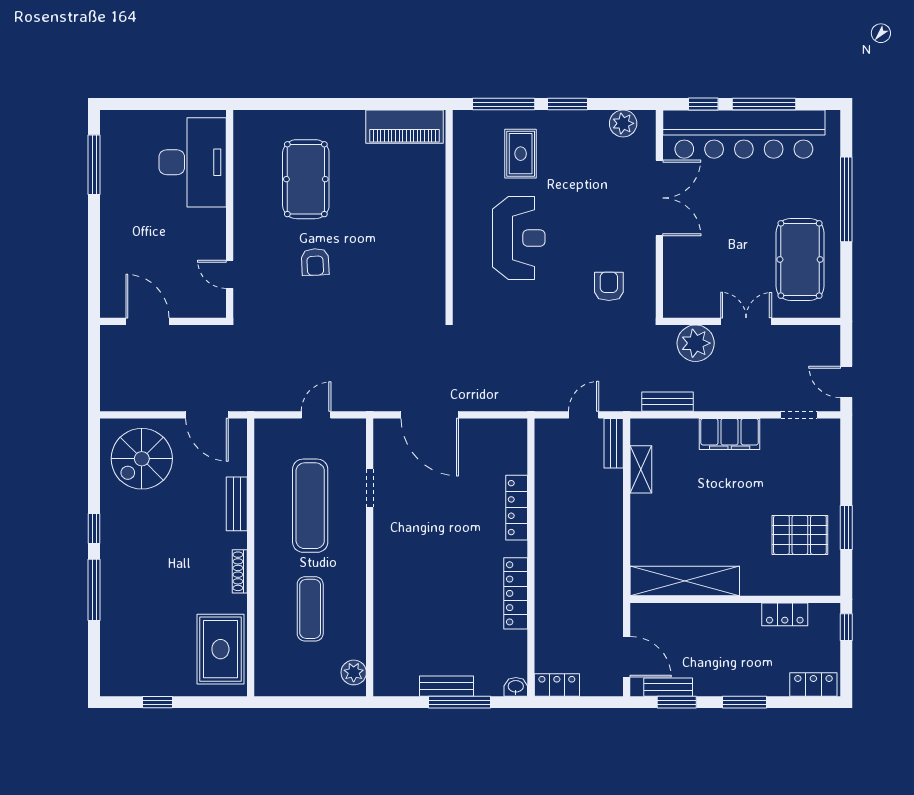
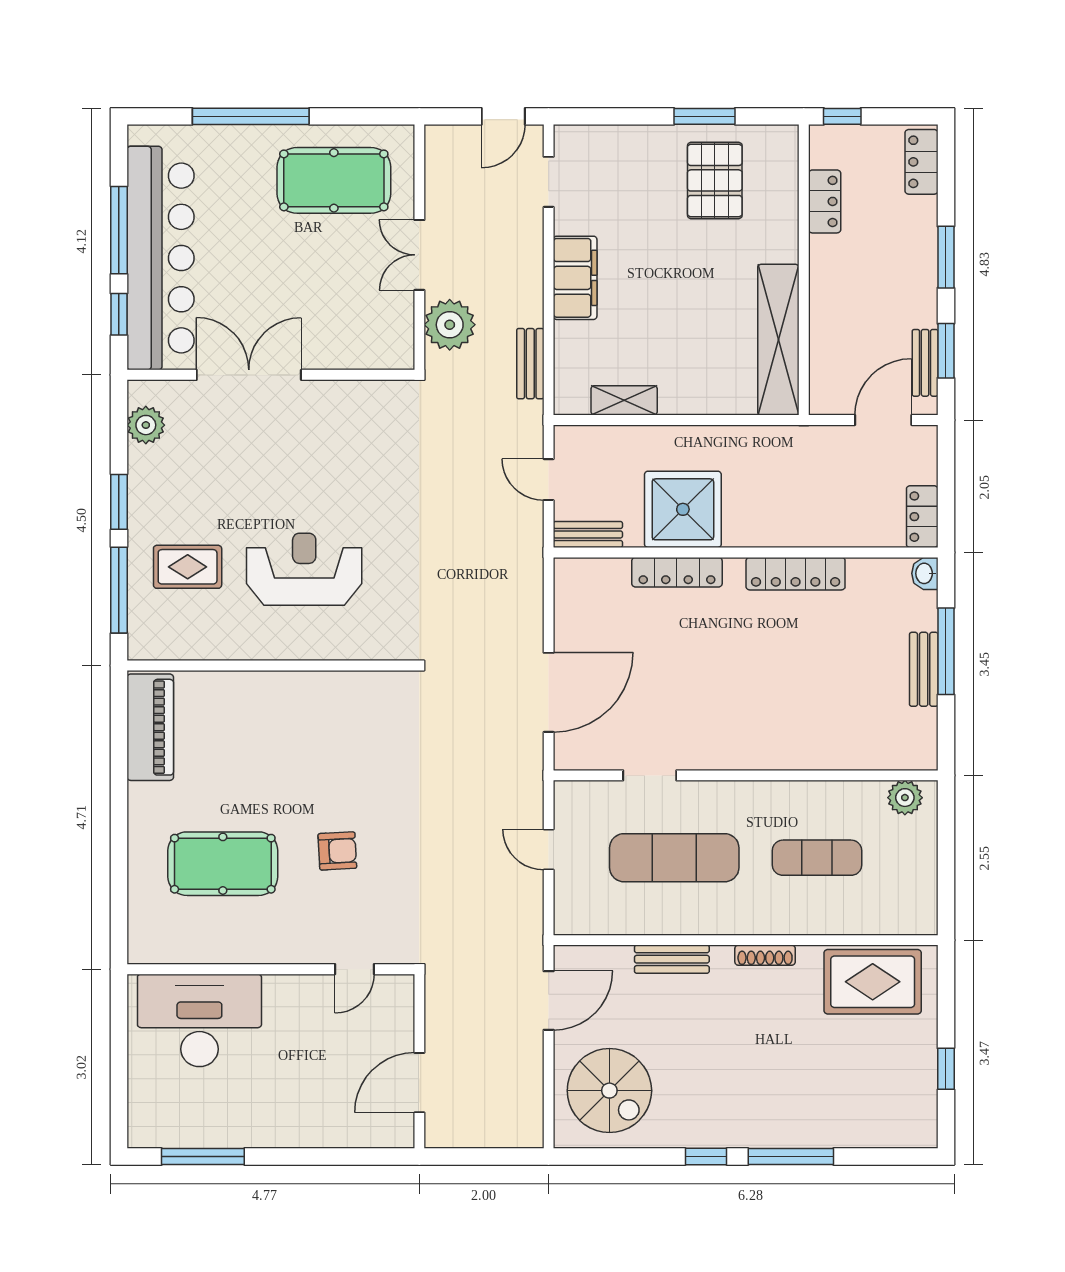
armchair: (609, 286) -> (371, 445), removed
bench: (614, 443) -> (588, 534), moved
shower: (562, 512) -> (683, 509), added

